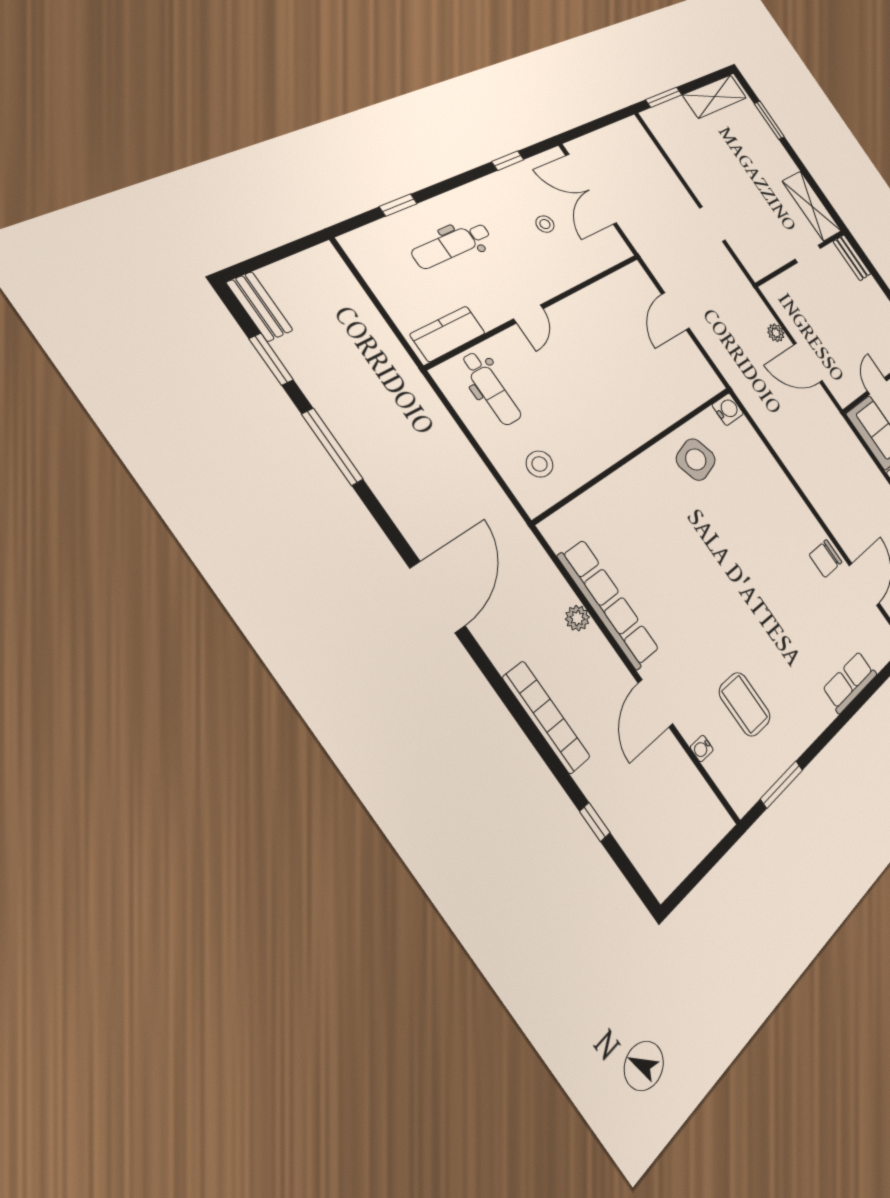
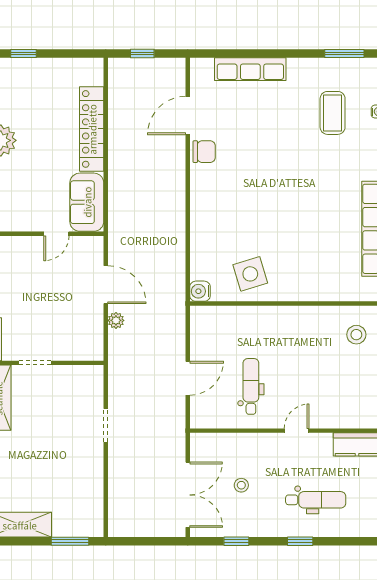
window: (398, 205) -> (300, 541), moved
dental chair: (491, 388) -> (251, 386), moved
row of seats: (850, 682) -> (250, 69), width x1.48

